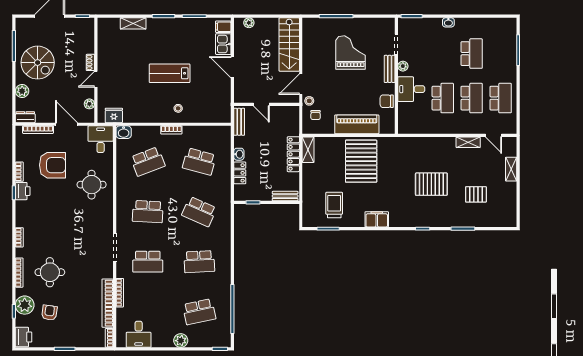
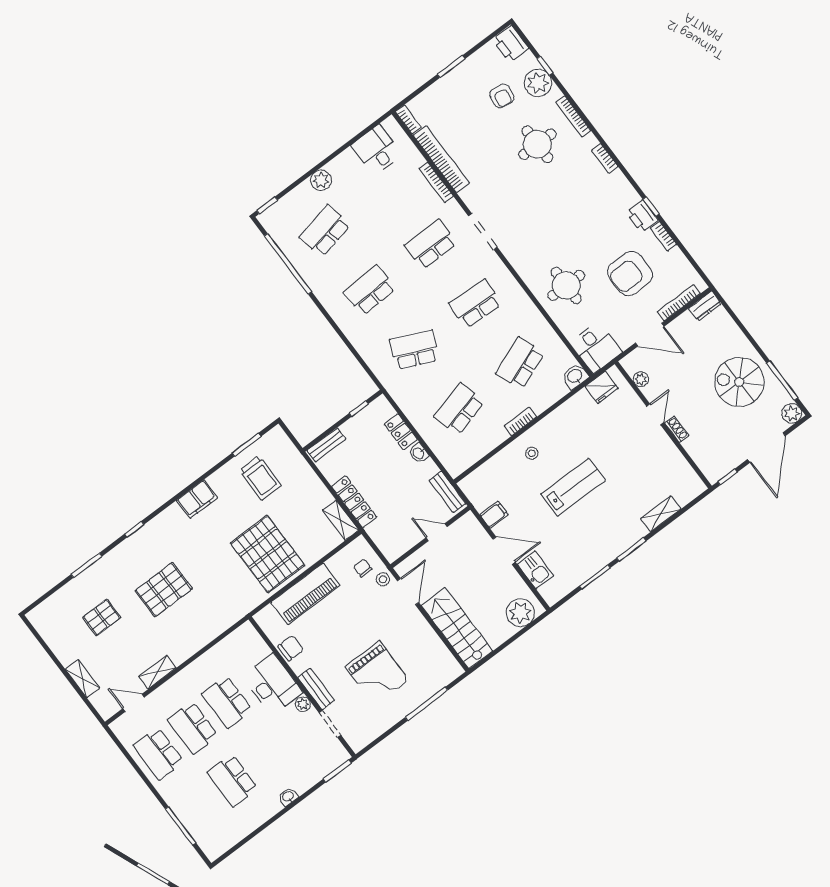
plant: (249, 23) -> (520, 613), width x1.88, depth x1.88
filing cabinet: (223, 27) -> (494, 515), moved
desk: (411, 89) -> (272, 684), width x1.37
plant: (22, 91) -> (792, 413), moved
school desk: (199, 161) -> (459, 409), turned -30

